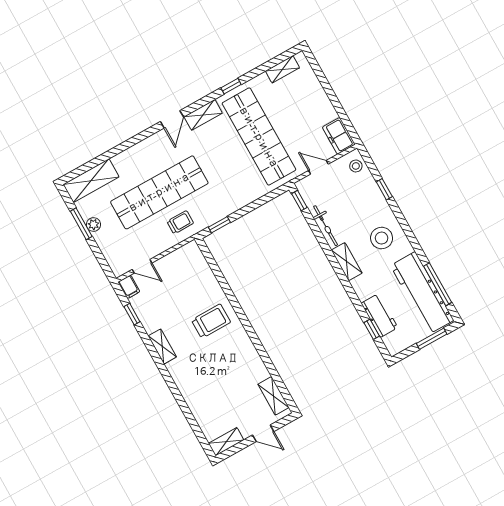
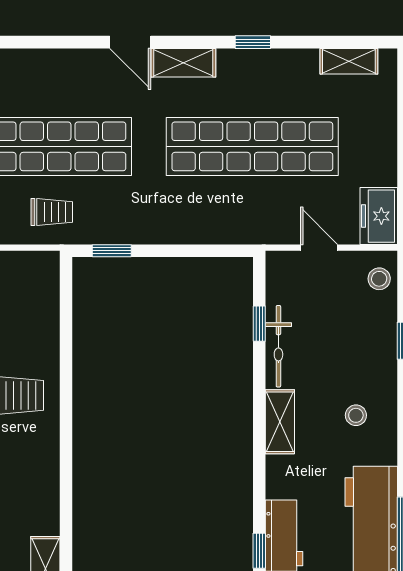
door: (172, 119) -> (130, 42), hinge flipped
shop shelf: (259, 137) -> (252, 146), turned 90
window: (299, 201) -> (259, 324), moved
stool: (382, 238) -> (356, 415), width x0.53, depth x0.53

